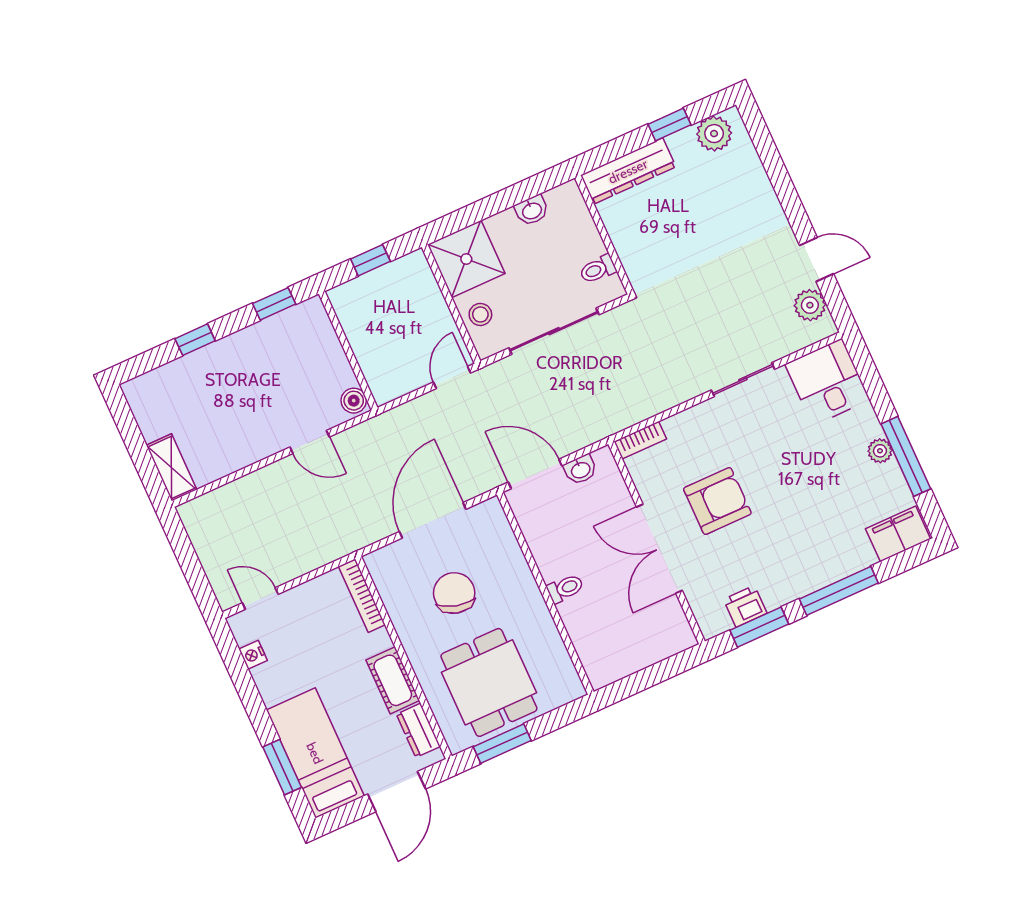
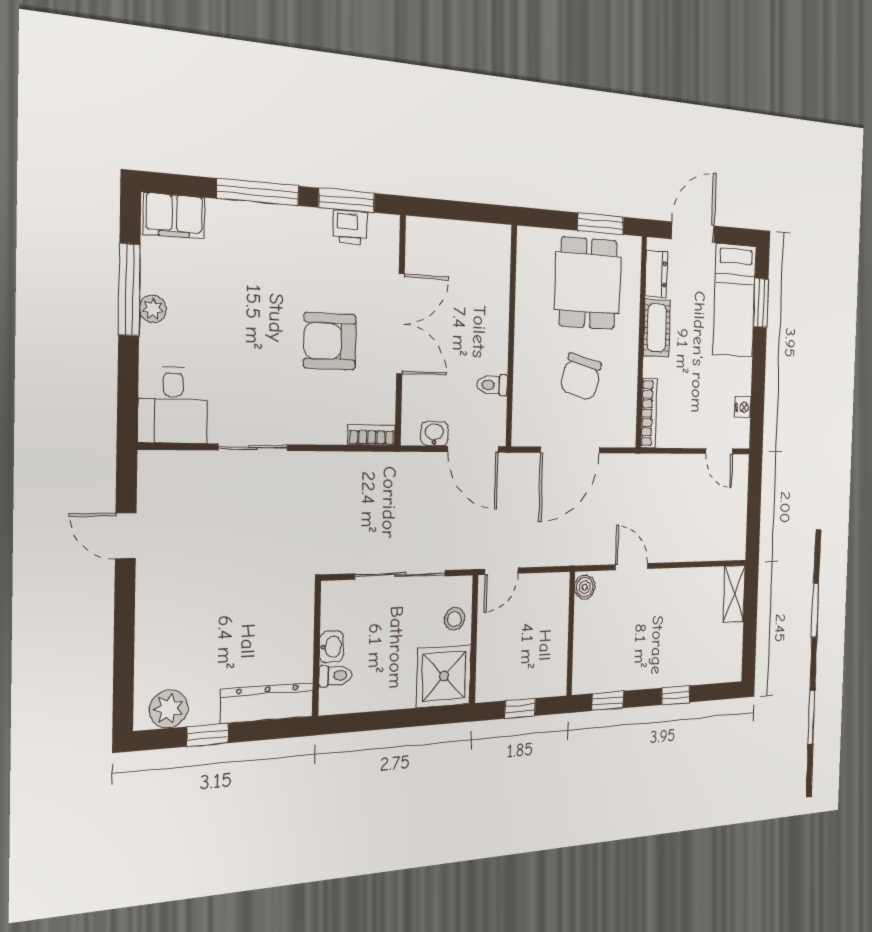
washbasin: (532, 210) -> (332, 647), moved, turned 90
toilet: (598, 269) -> (336, 676), moved
plant: (810, 305) -> (154, 492), removed
toilet: (565, 588) -> (492, 385), moved

